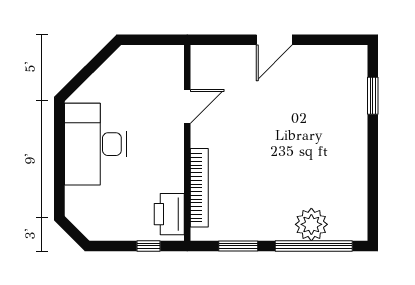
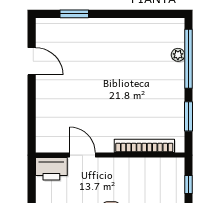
door: (274, 40) -> (32, 61), moved
printer: (169, 214) -> (51, 169), moved
plant: (311, 224) -> (178, 55), width x0.53, depth x0.53

